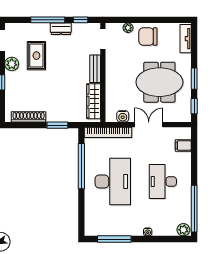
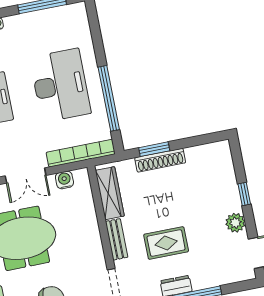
rug: (36, 56) -> (166, 243), moved, turned 90
shoe rack: (29, 117) -> (160, 160), moved
desk: (113, 181) -> (60, 85), turned 180

